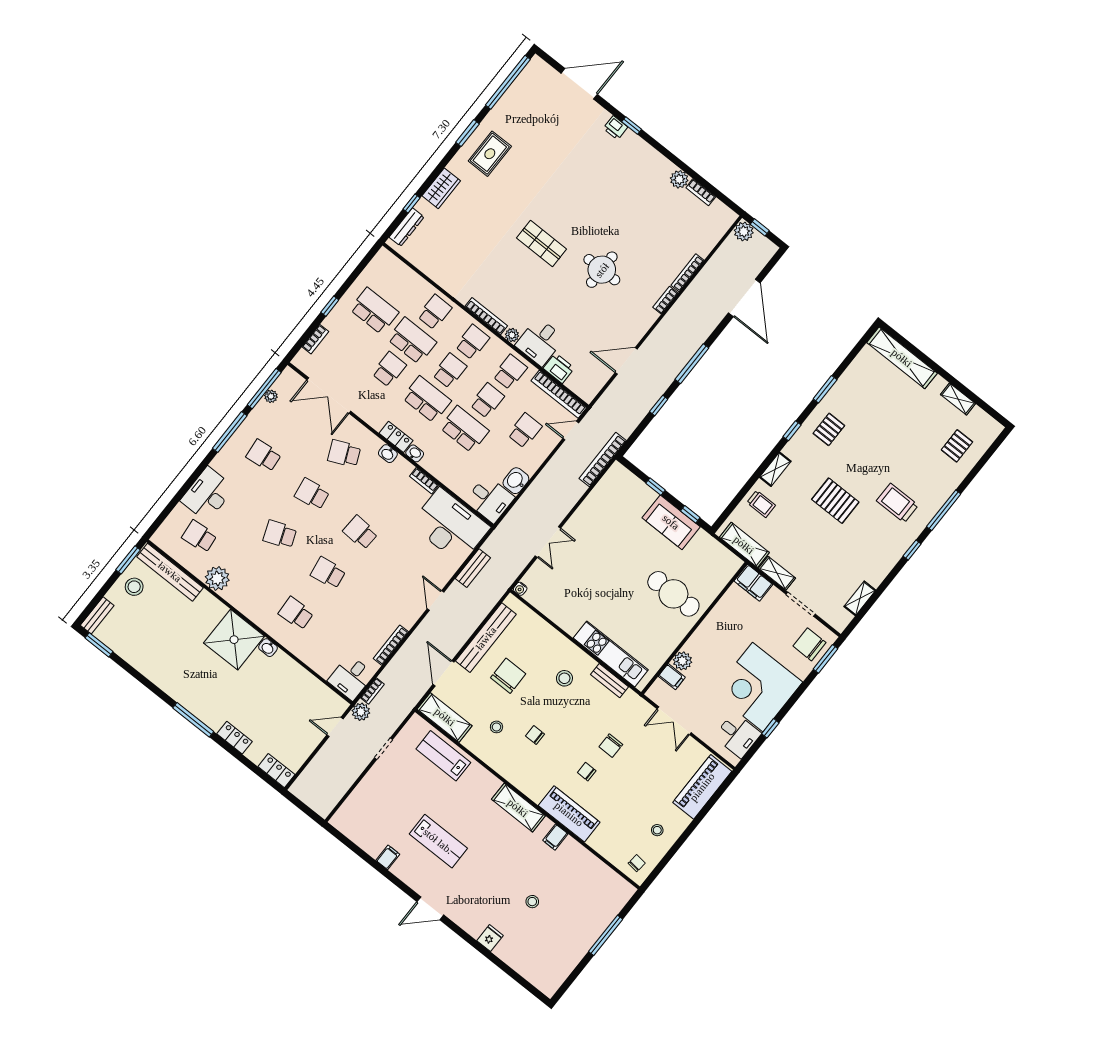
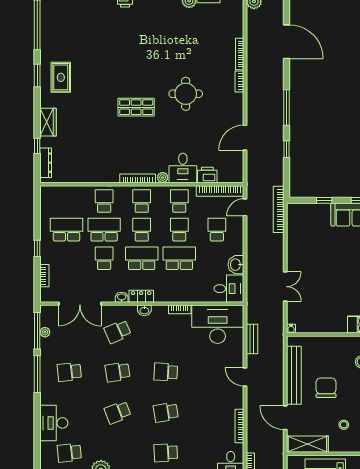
washbasin: (415, 453) -> (122, 297), moved

